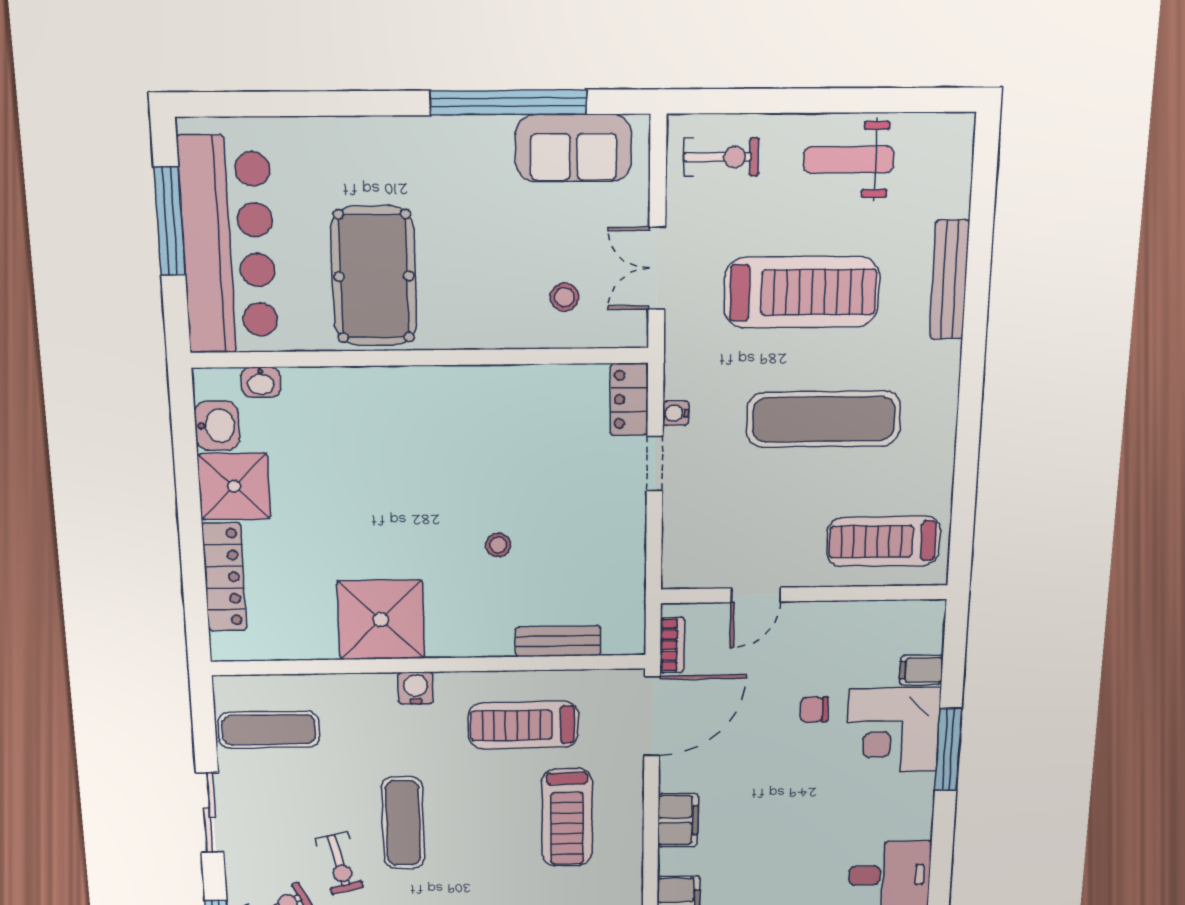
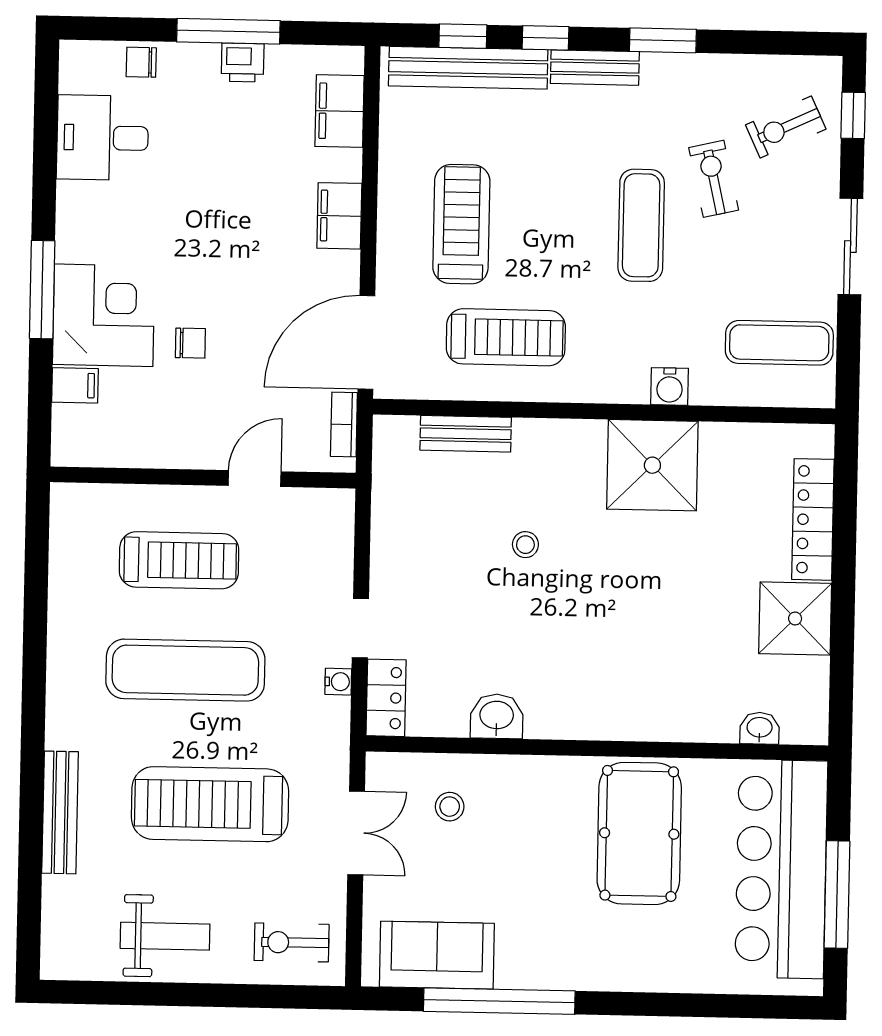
washbasin: (217, 426) -> (497, 716), moved, turned 90
treadmill: (884, 541) -> (179, 560), moved
water cooler: (416, 688) -> (670, 386), moved

